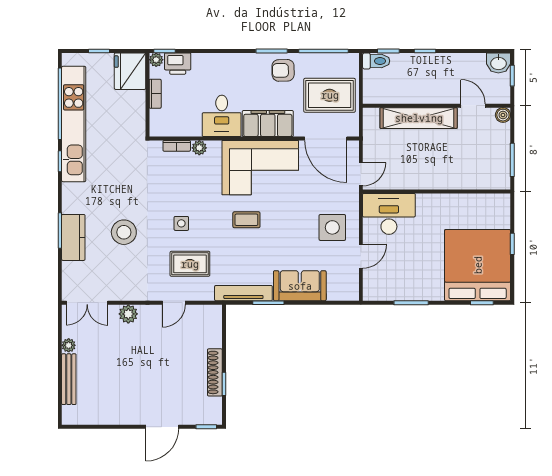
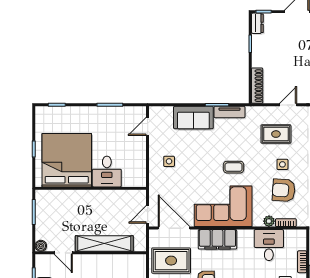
desk: (222, 116) -> (269, 245), moved
door: (361, 174) -> (148, 214), moved
armchair: (180, 189) -> (284, 190), added
desk: (389, 214) -> (107, 172), moved, width x0.73
side table: (332, 227) -> (169, 161), width x0.54, depth x0.54
door: (361, 256) -> (148, 126), moved
bed: (478, 265) -> (67, 160), moved, turned 180
tv unit: (243, 293) -> (230, 112), width x0.71
shoe rack: (215, 372) -> (257, 86), moved
dresser: (215, 411) -> (257, 23), added

